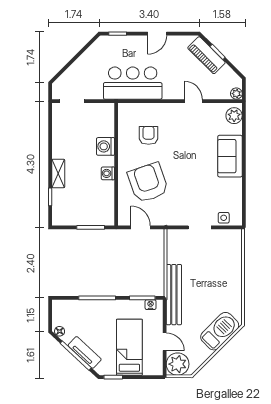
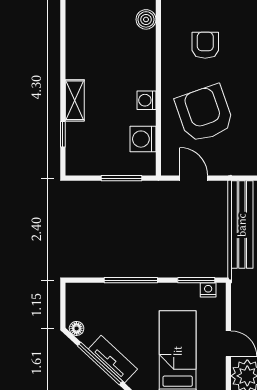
boiler: (108, 118) -> (146, 19), added
washing machine: (105, 146) -> (143, 139), moved
bench: (174, 295) -> (242, 225), moved

